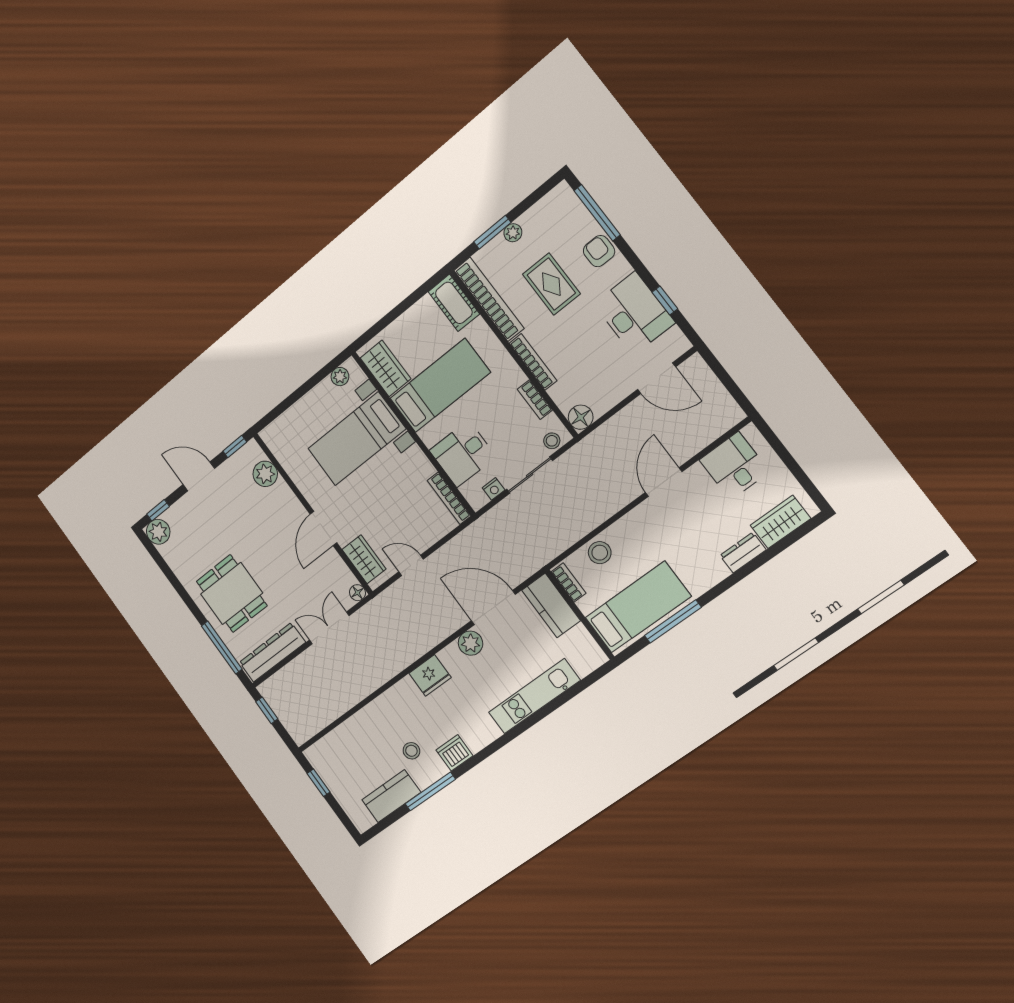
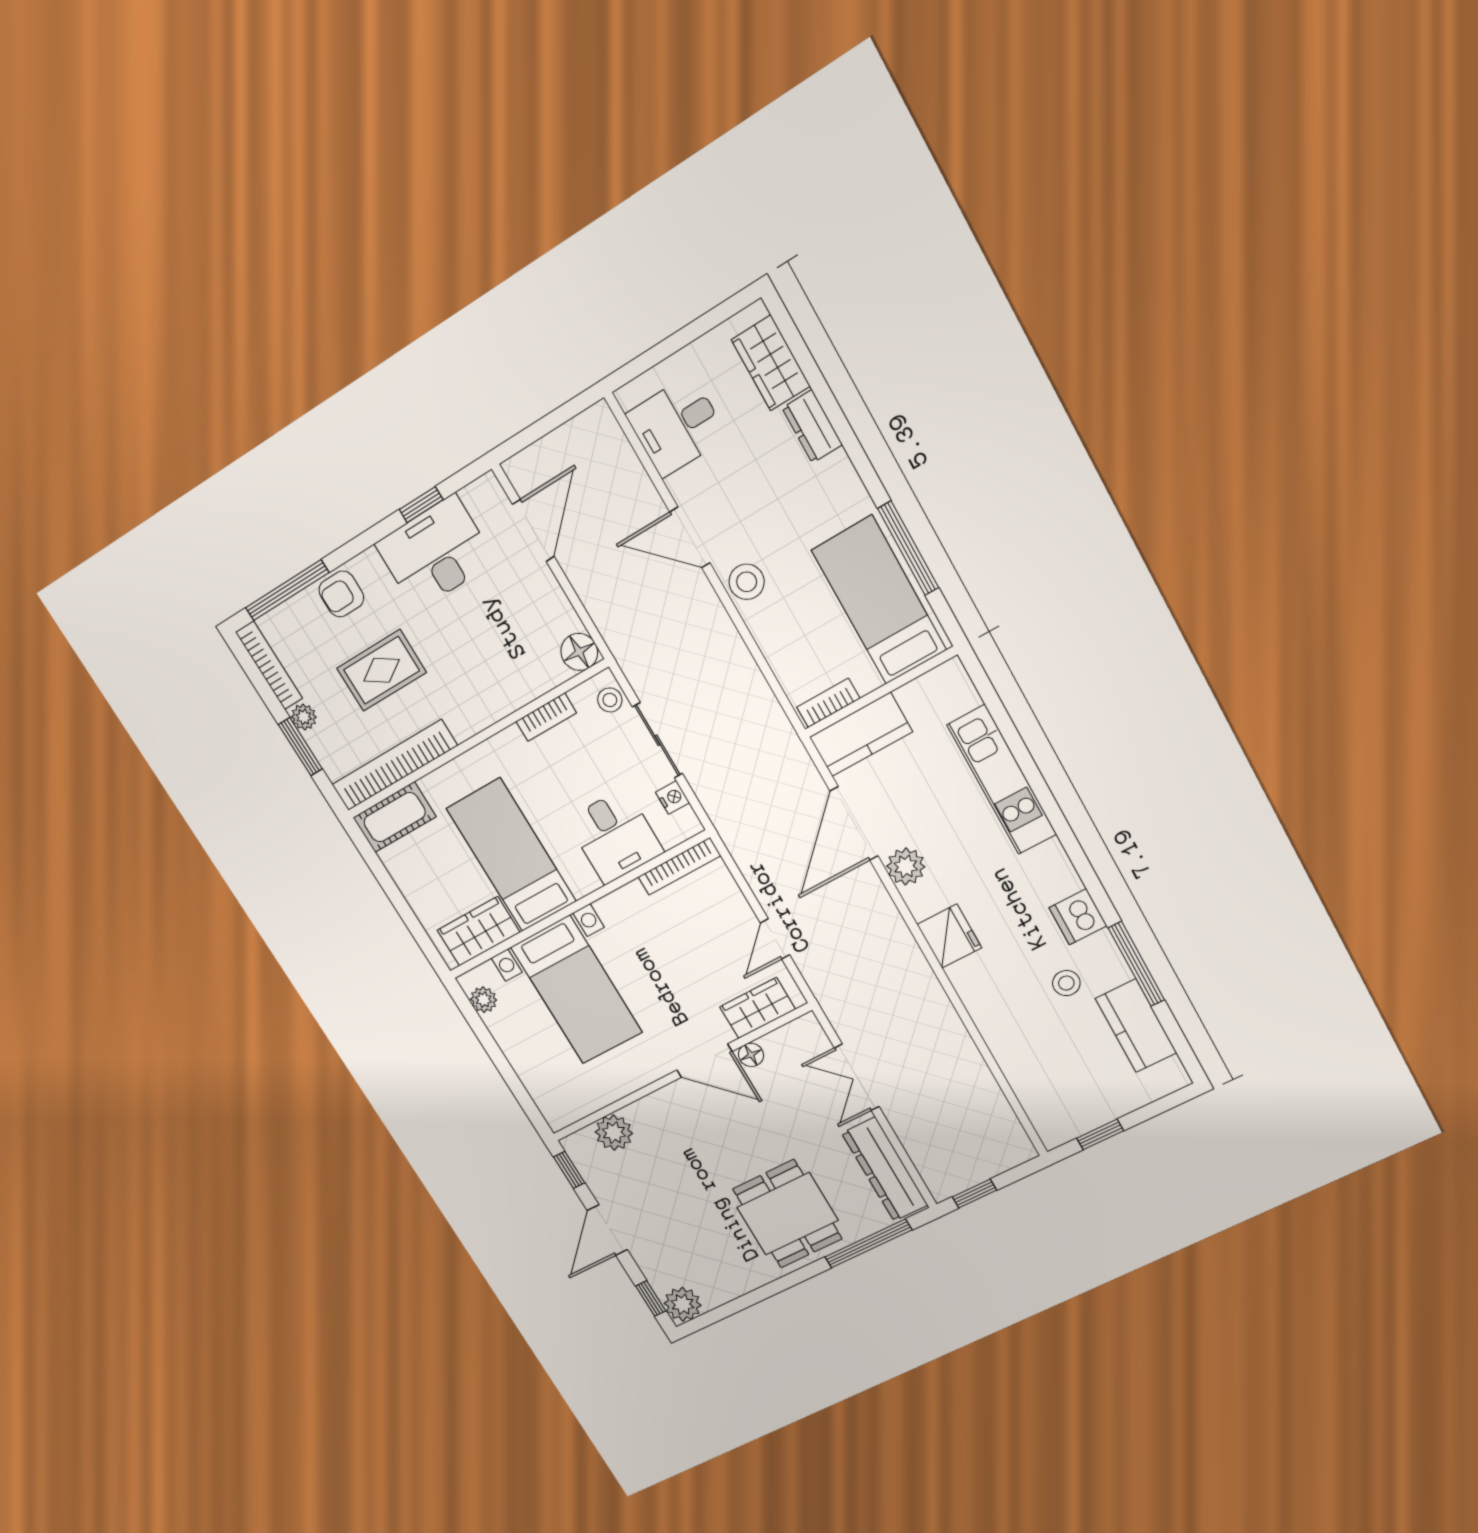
bookcase: (533, 362) -> (269, 665), moved, turned 90
stool: (600, 553) -> (747, 582), moved
floor lamp: (358, 593) -> (751, 1055), moved
dining table: (232, 594) -> (787, 1214), turned 90

